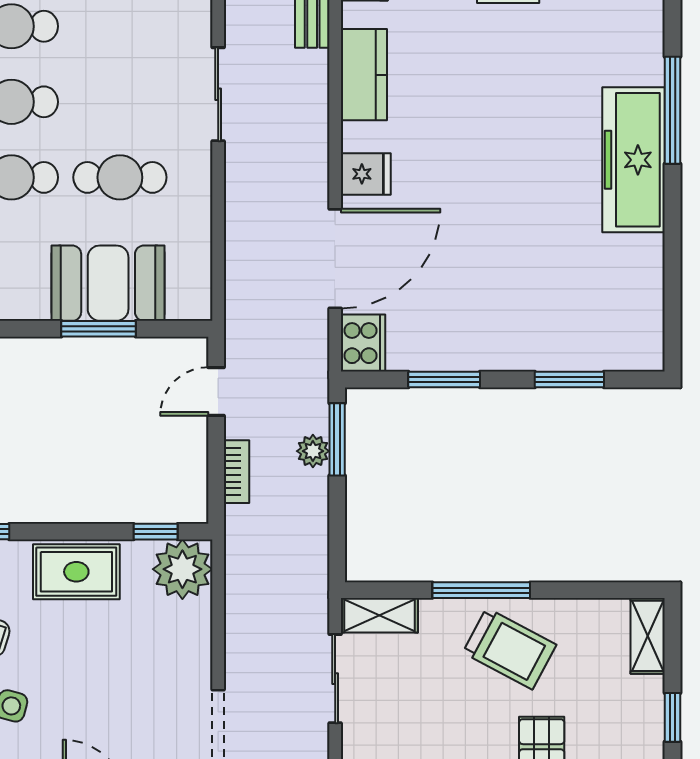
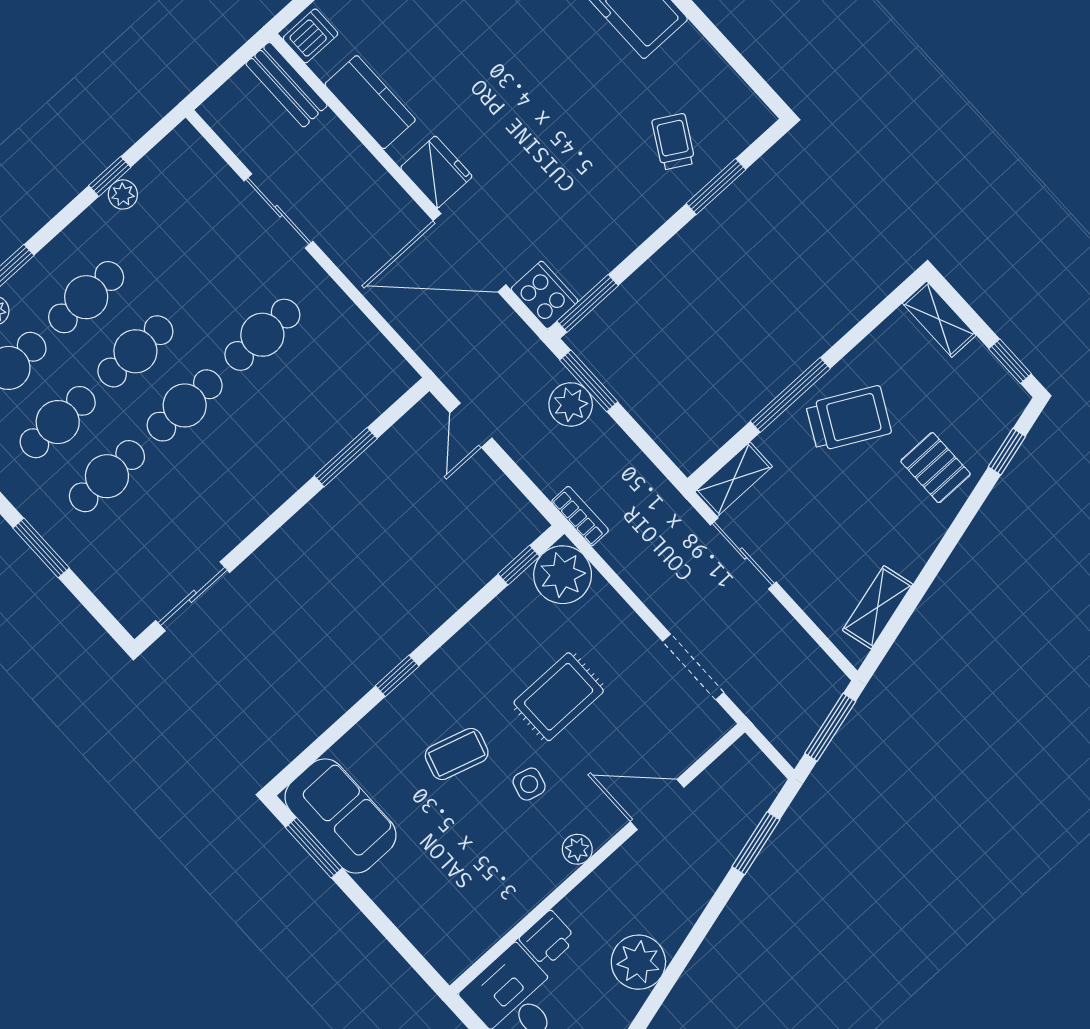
fridge: (366, 174) -> (436, 172), width x1.38
door: (335, 259) -> (470, 253), swing flipped
booth: (108, 283) -> (323, 418), removed
trolley: (568, 316) -> (673, 142), added
window: (444, 379) -> (588, 303), moved
plant: (313, 451) -> (571, 404), width x1.38, depth x1.38
bookcase: (237, 472) -> (580, 516), moved
rug: (76, 572) -> (559, 697), moved

